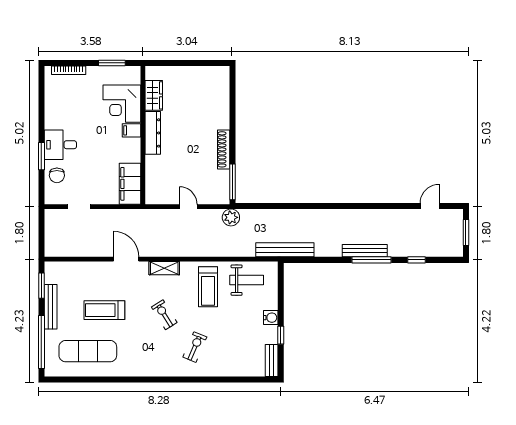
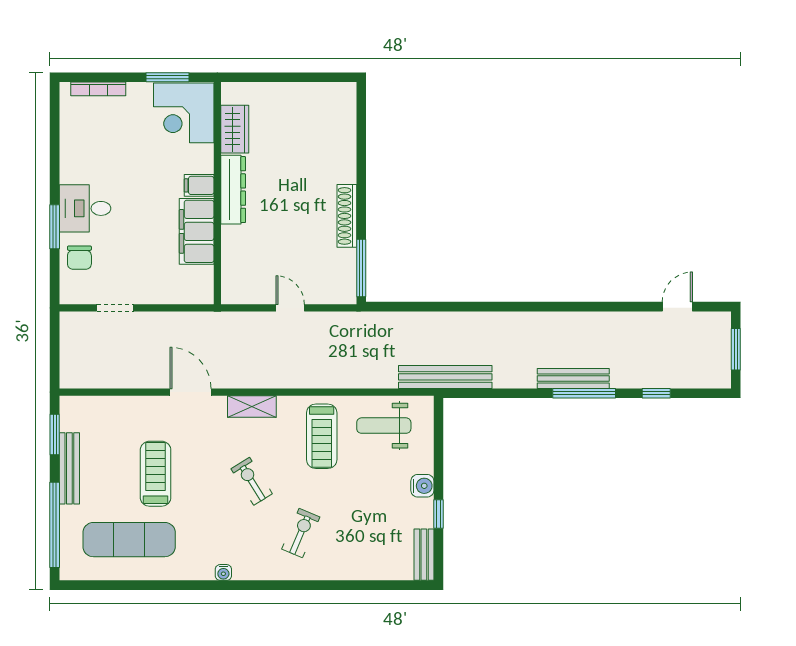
corner desk: (122, 104) -> (184, 113), moved
filing cabinet: (130, 184) -> (197, 231), moved
plant: (231, 217) -> (359, 325), removed
weight bench: (247, 280) -> (384, 426), turned 180
treadmill: (104, 310) -> (156, 474), turned 90
water cooler: (147, 372) -> (223, 572), added

